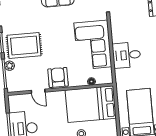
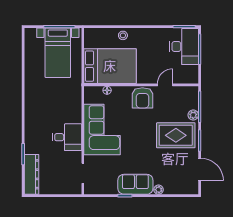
desk: (127, 55) -> (67, 137), moved
door: (38, 91) -> (165, 85), hinge flipped

